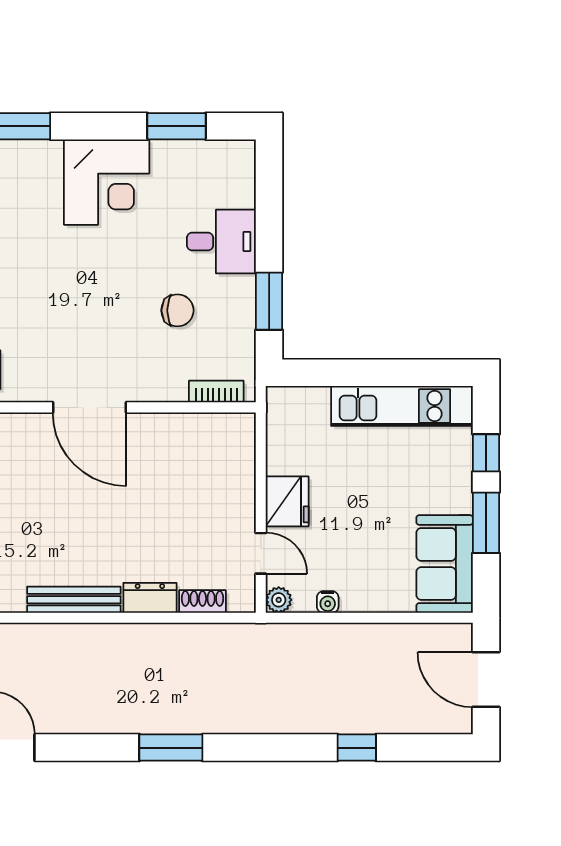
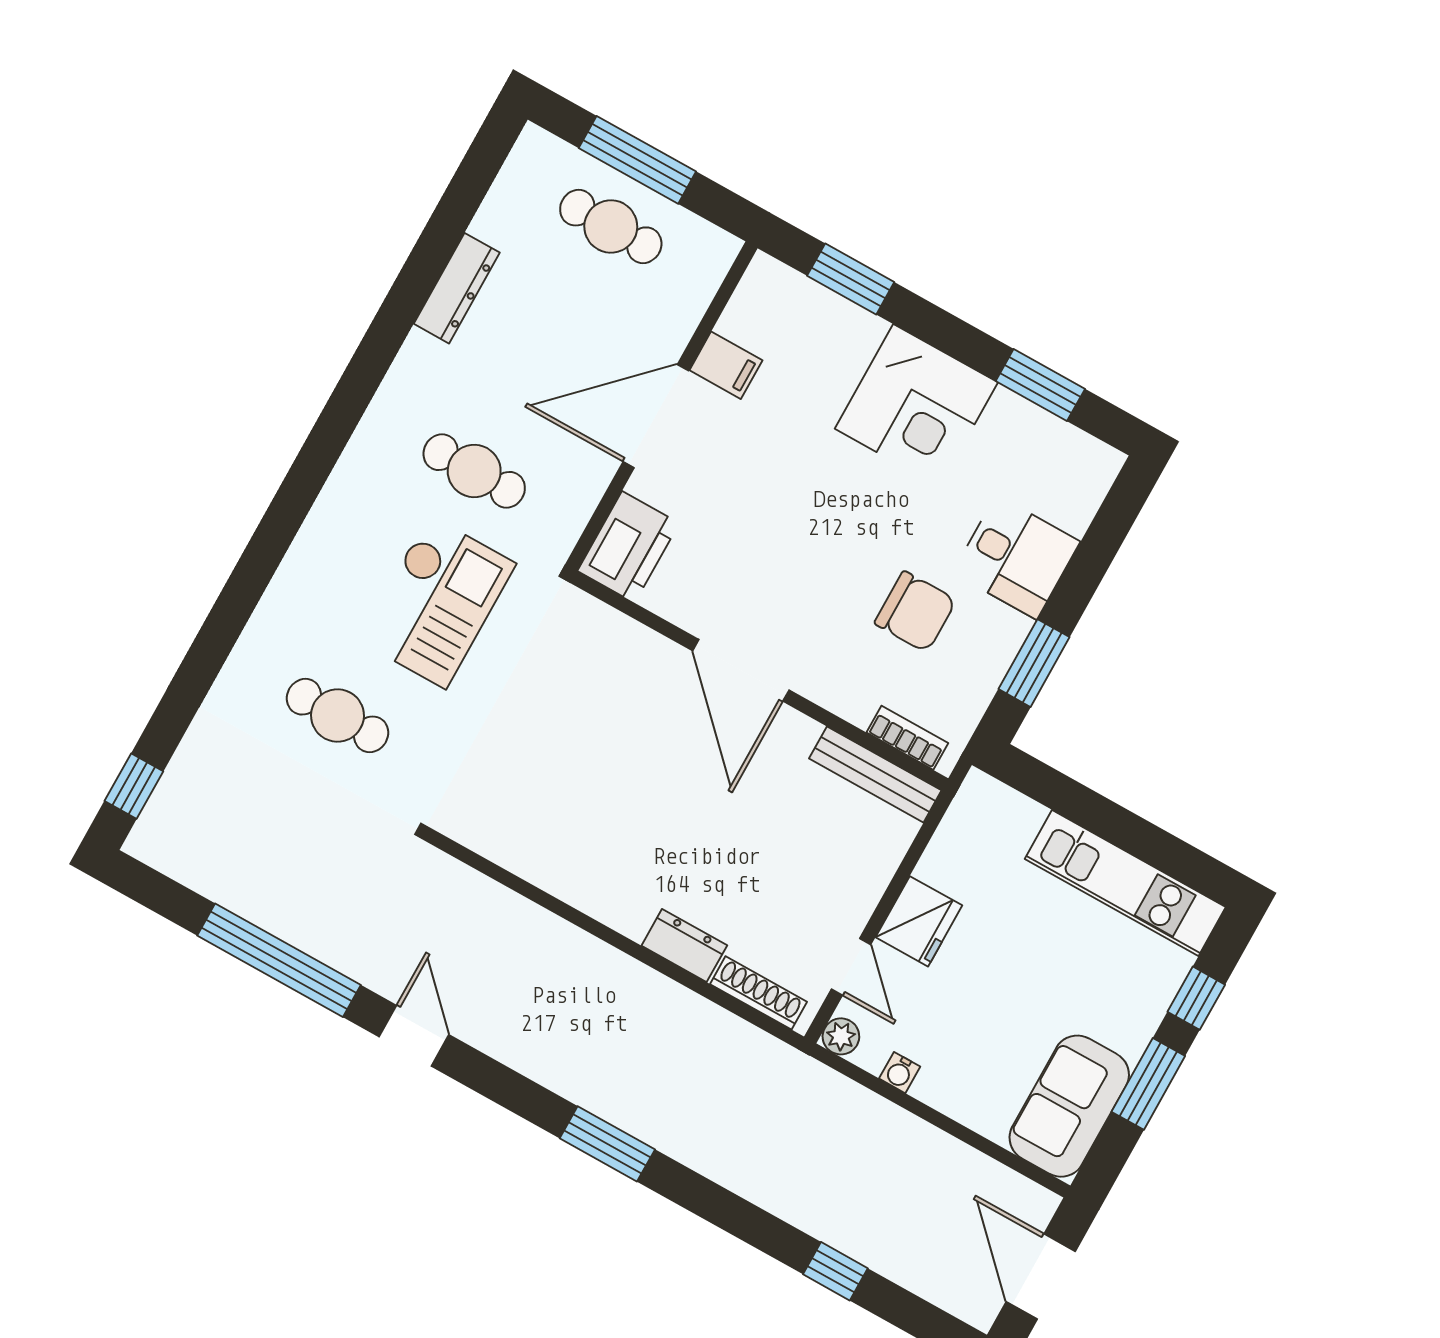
chair: (177, 310) -> (915, 612), width x1.37, depth x1.37
bench: (74, 600) -> (875, 774), moved
shoe rack: (203, 601) -> (759, 993), width x1.43

